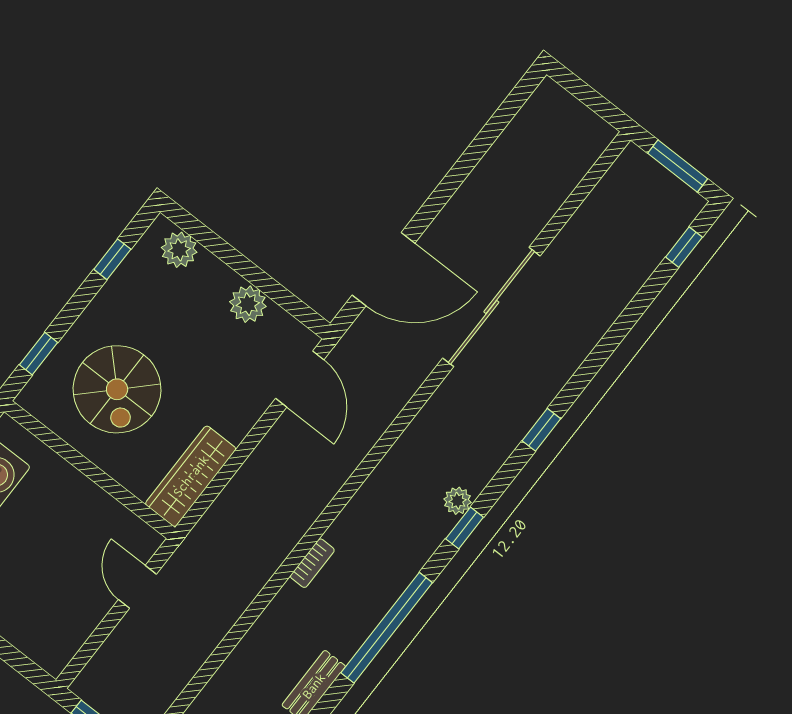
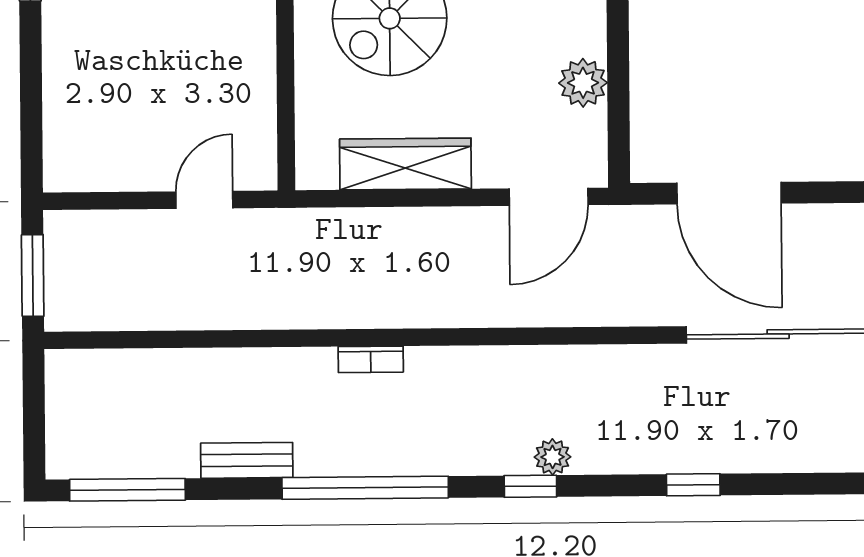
wardrobe: (191, 476) -> (405, 164), moved

